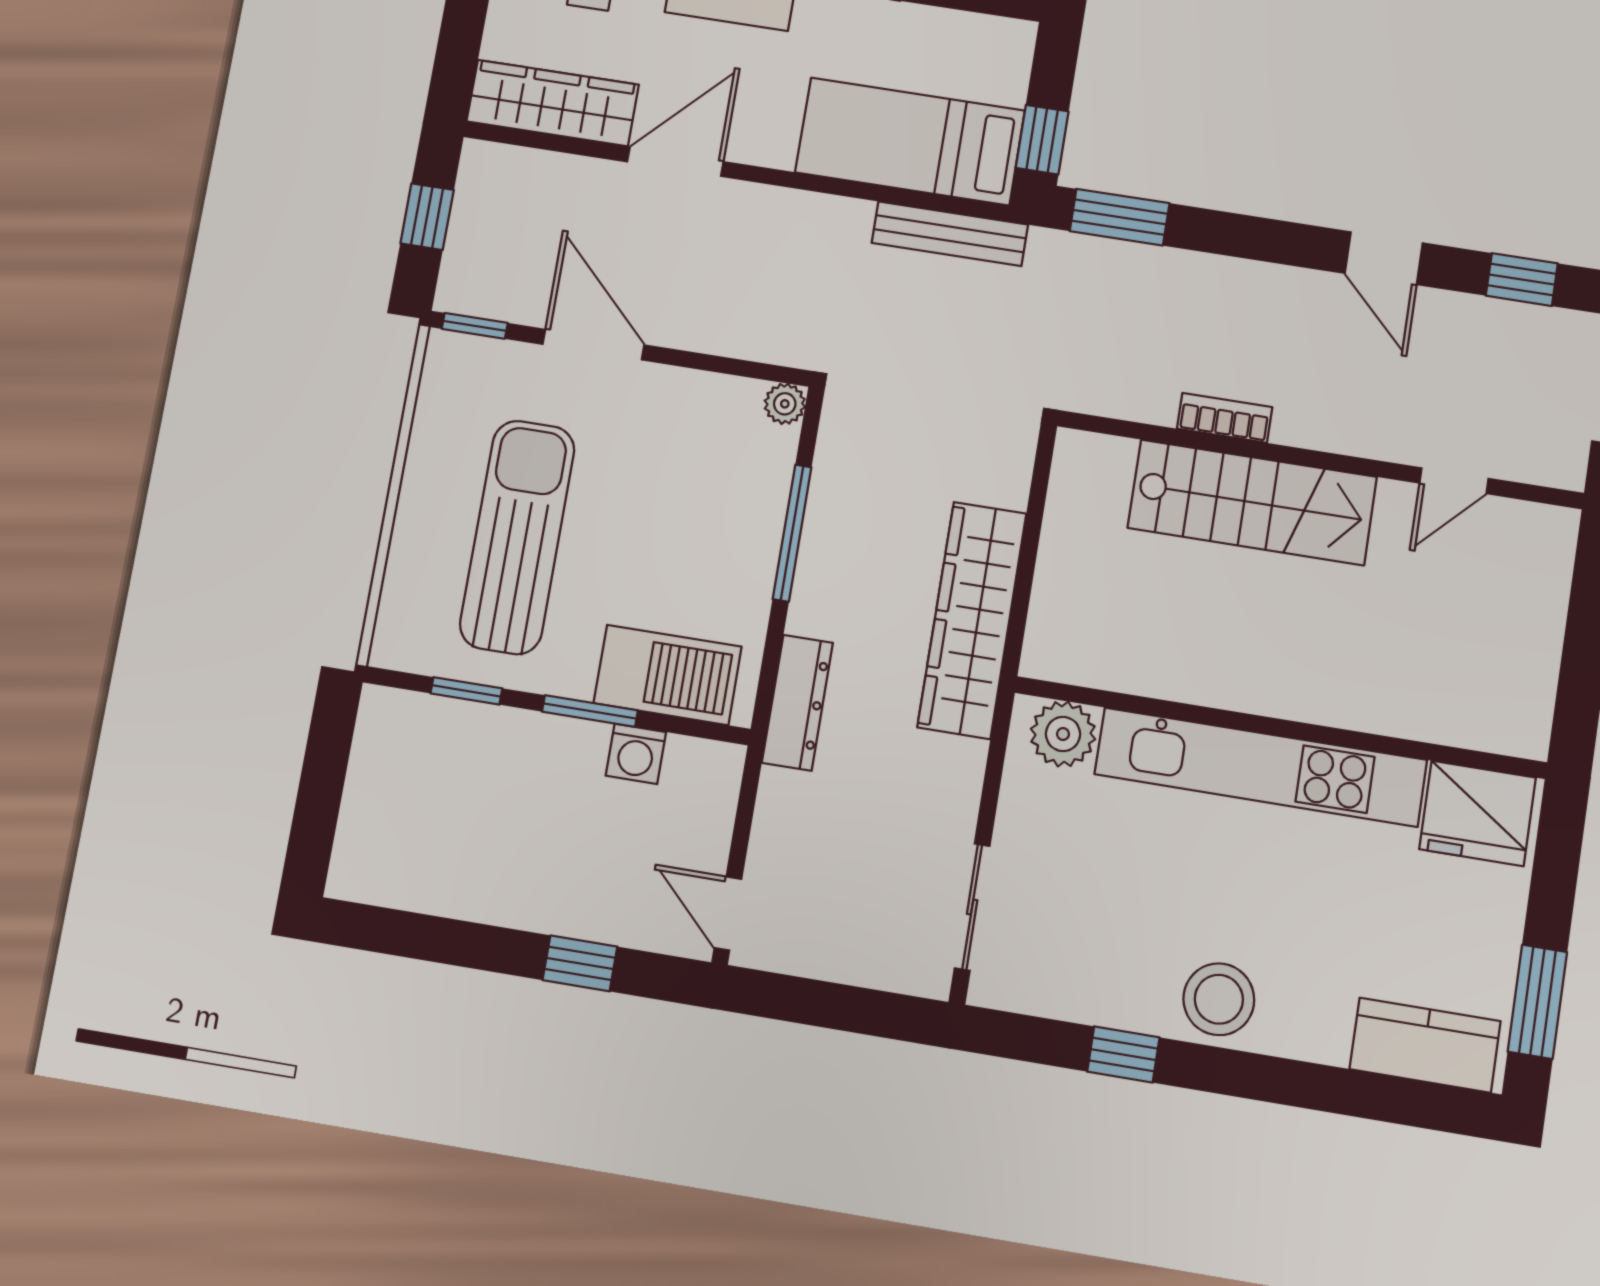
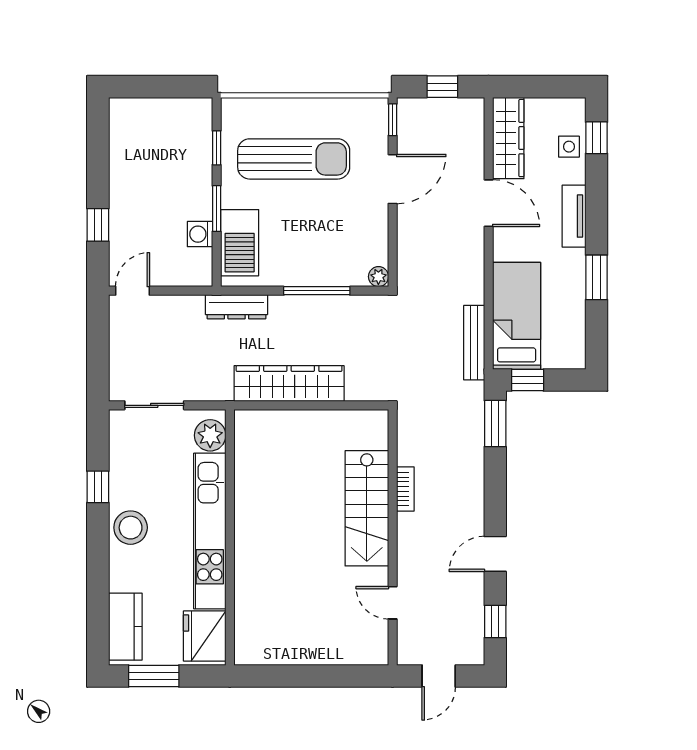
wall: (1280, 727) -> (230, 537), moved
plant: (1063, 734) -> (210, 435), moved
kitchen unit: (1261, 767) -> (210, 531), moved
fridge: (1478, 813) -> (205, 636), moved

